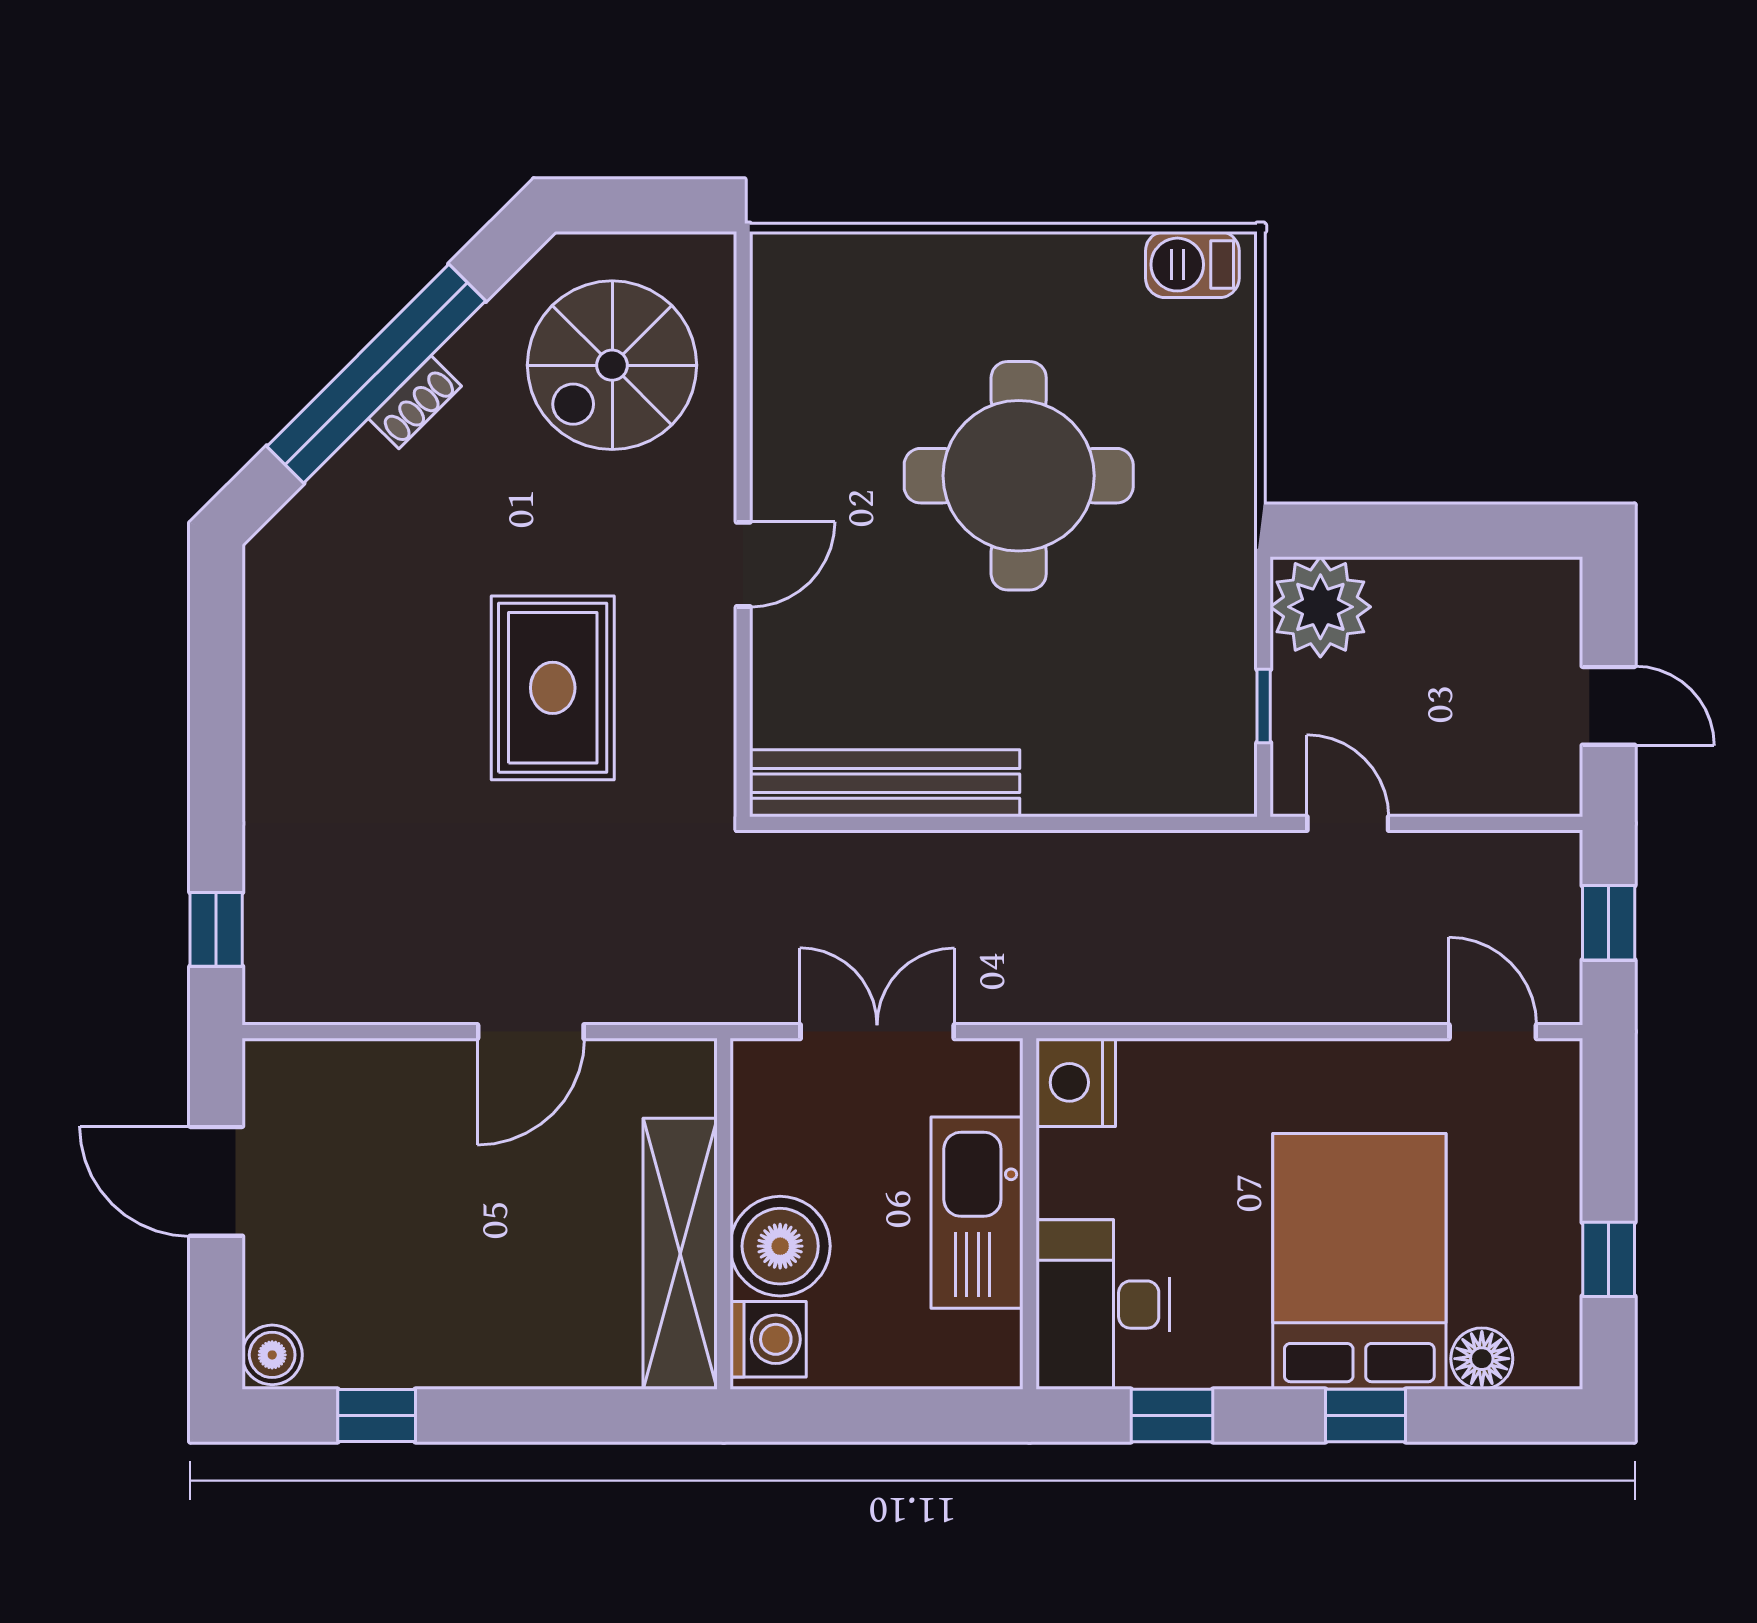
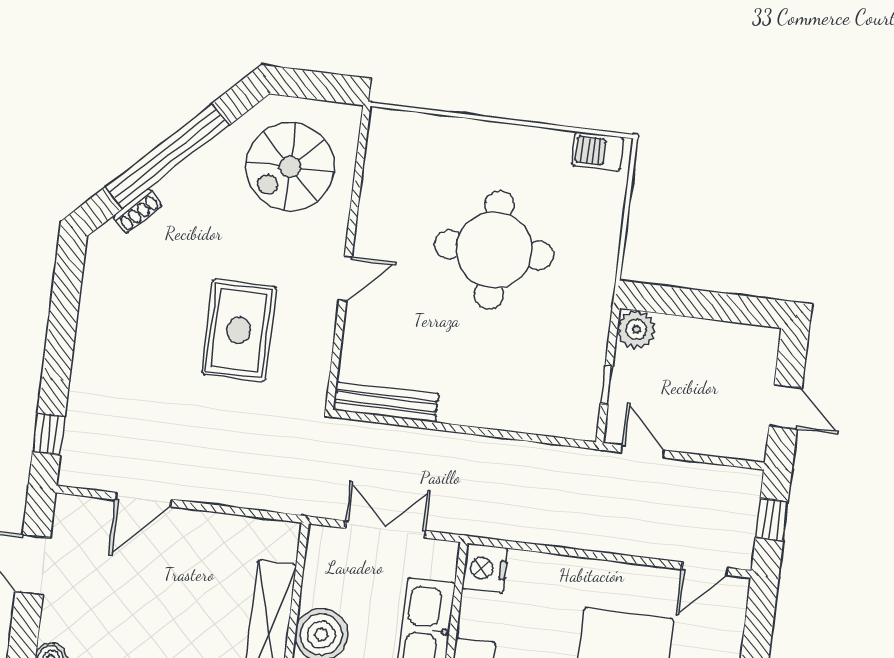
shoe rack: (415, 402) -> (137, 211), moved
plant: (1320, 607) -> (636, 329), width x0.73, depth x0.73
bench: (885, 783) -> (386, 402), width x0.73, depth x0.82
door: (531, 1032) -> (143, 500), moved
door: (1493, 1032) -> (705, 569), swing flipped

